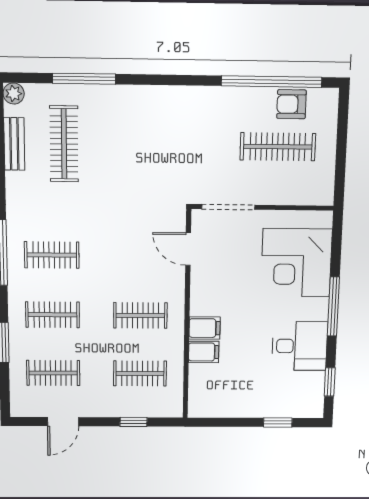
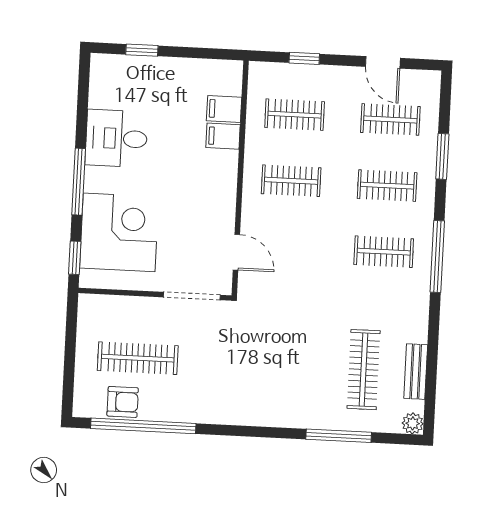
filing cabinet: (205, 328) -> (224, 109), moved
window: (330, 382) -> (75, 258), moved
door: (63, 422) -> (383, 62), swing flipped

